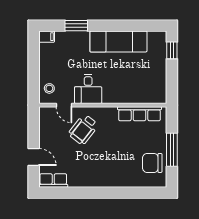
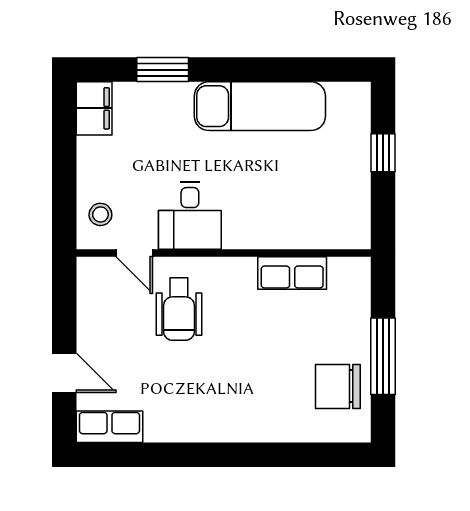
filing cabinet: (47, 37) -> (94, 108), width x2.00
window: (172, 50) -> (383, 153), moved
row of seats: (139, 114) -> (292, 273), width x0.68
wheelchair: (83, 129) -> (179, 309), turned -38

